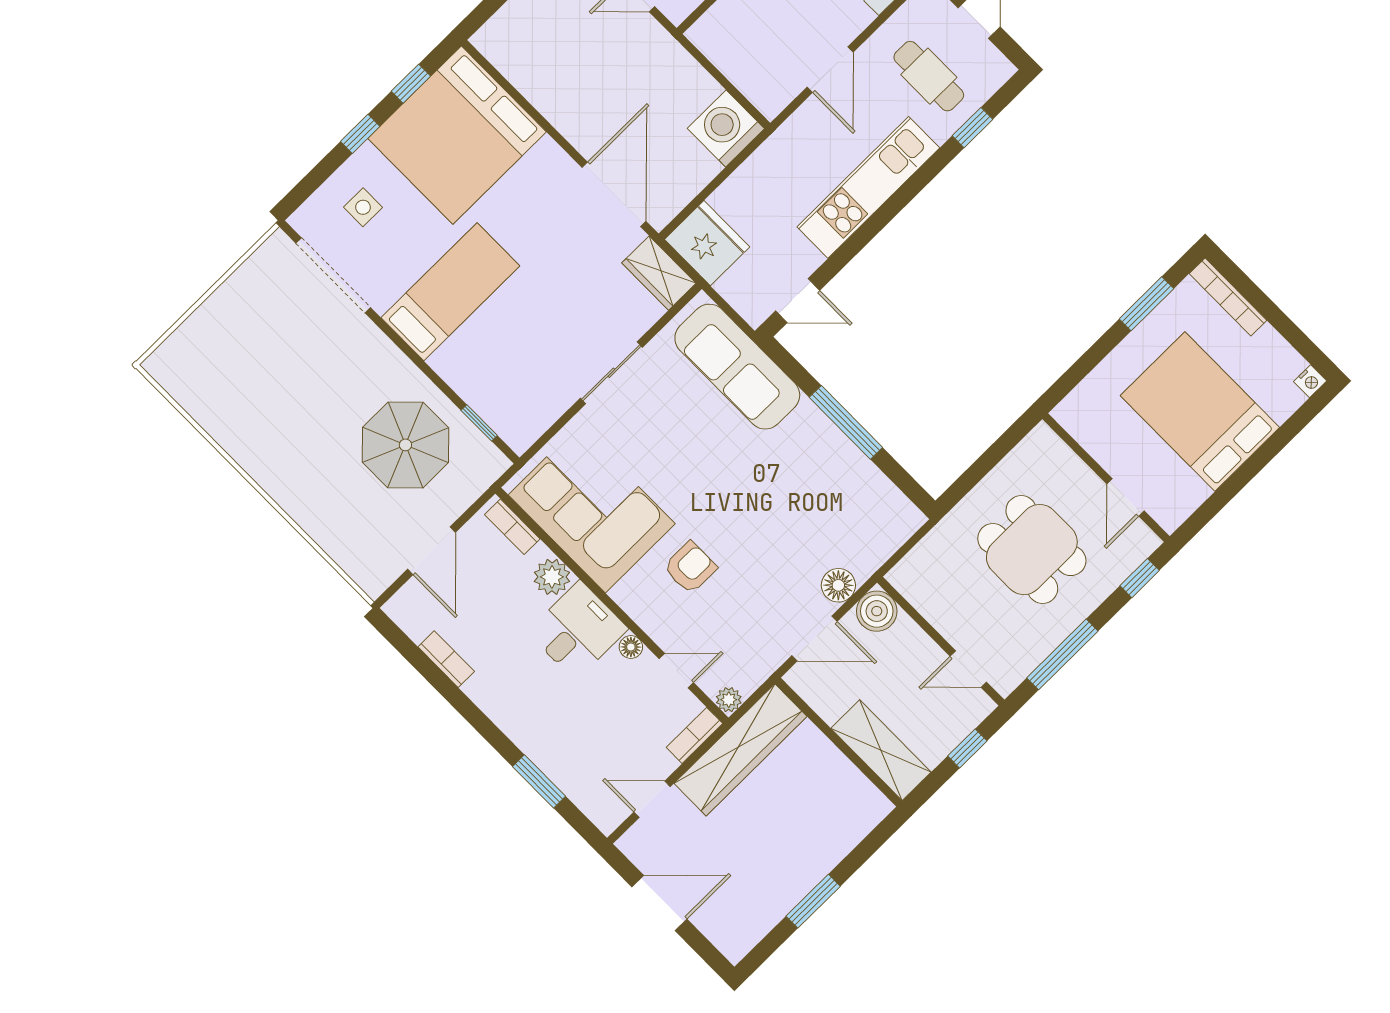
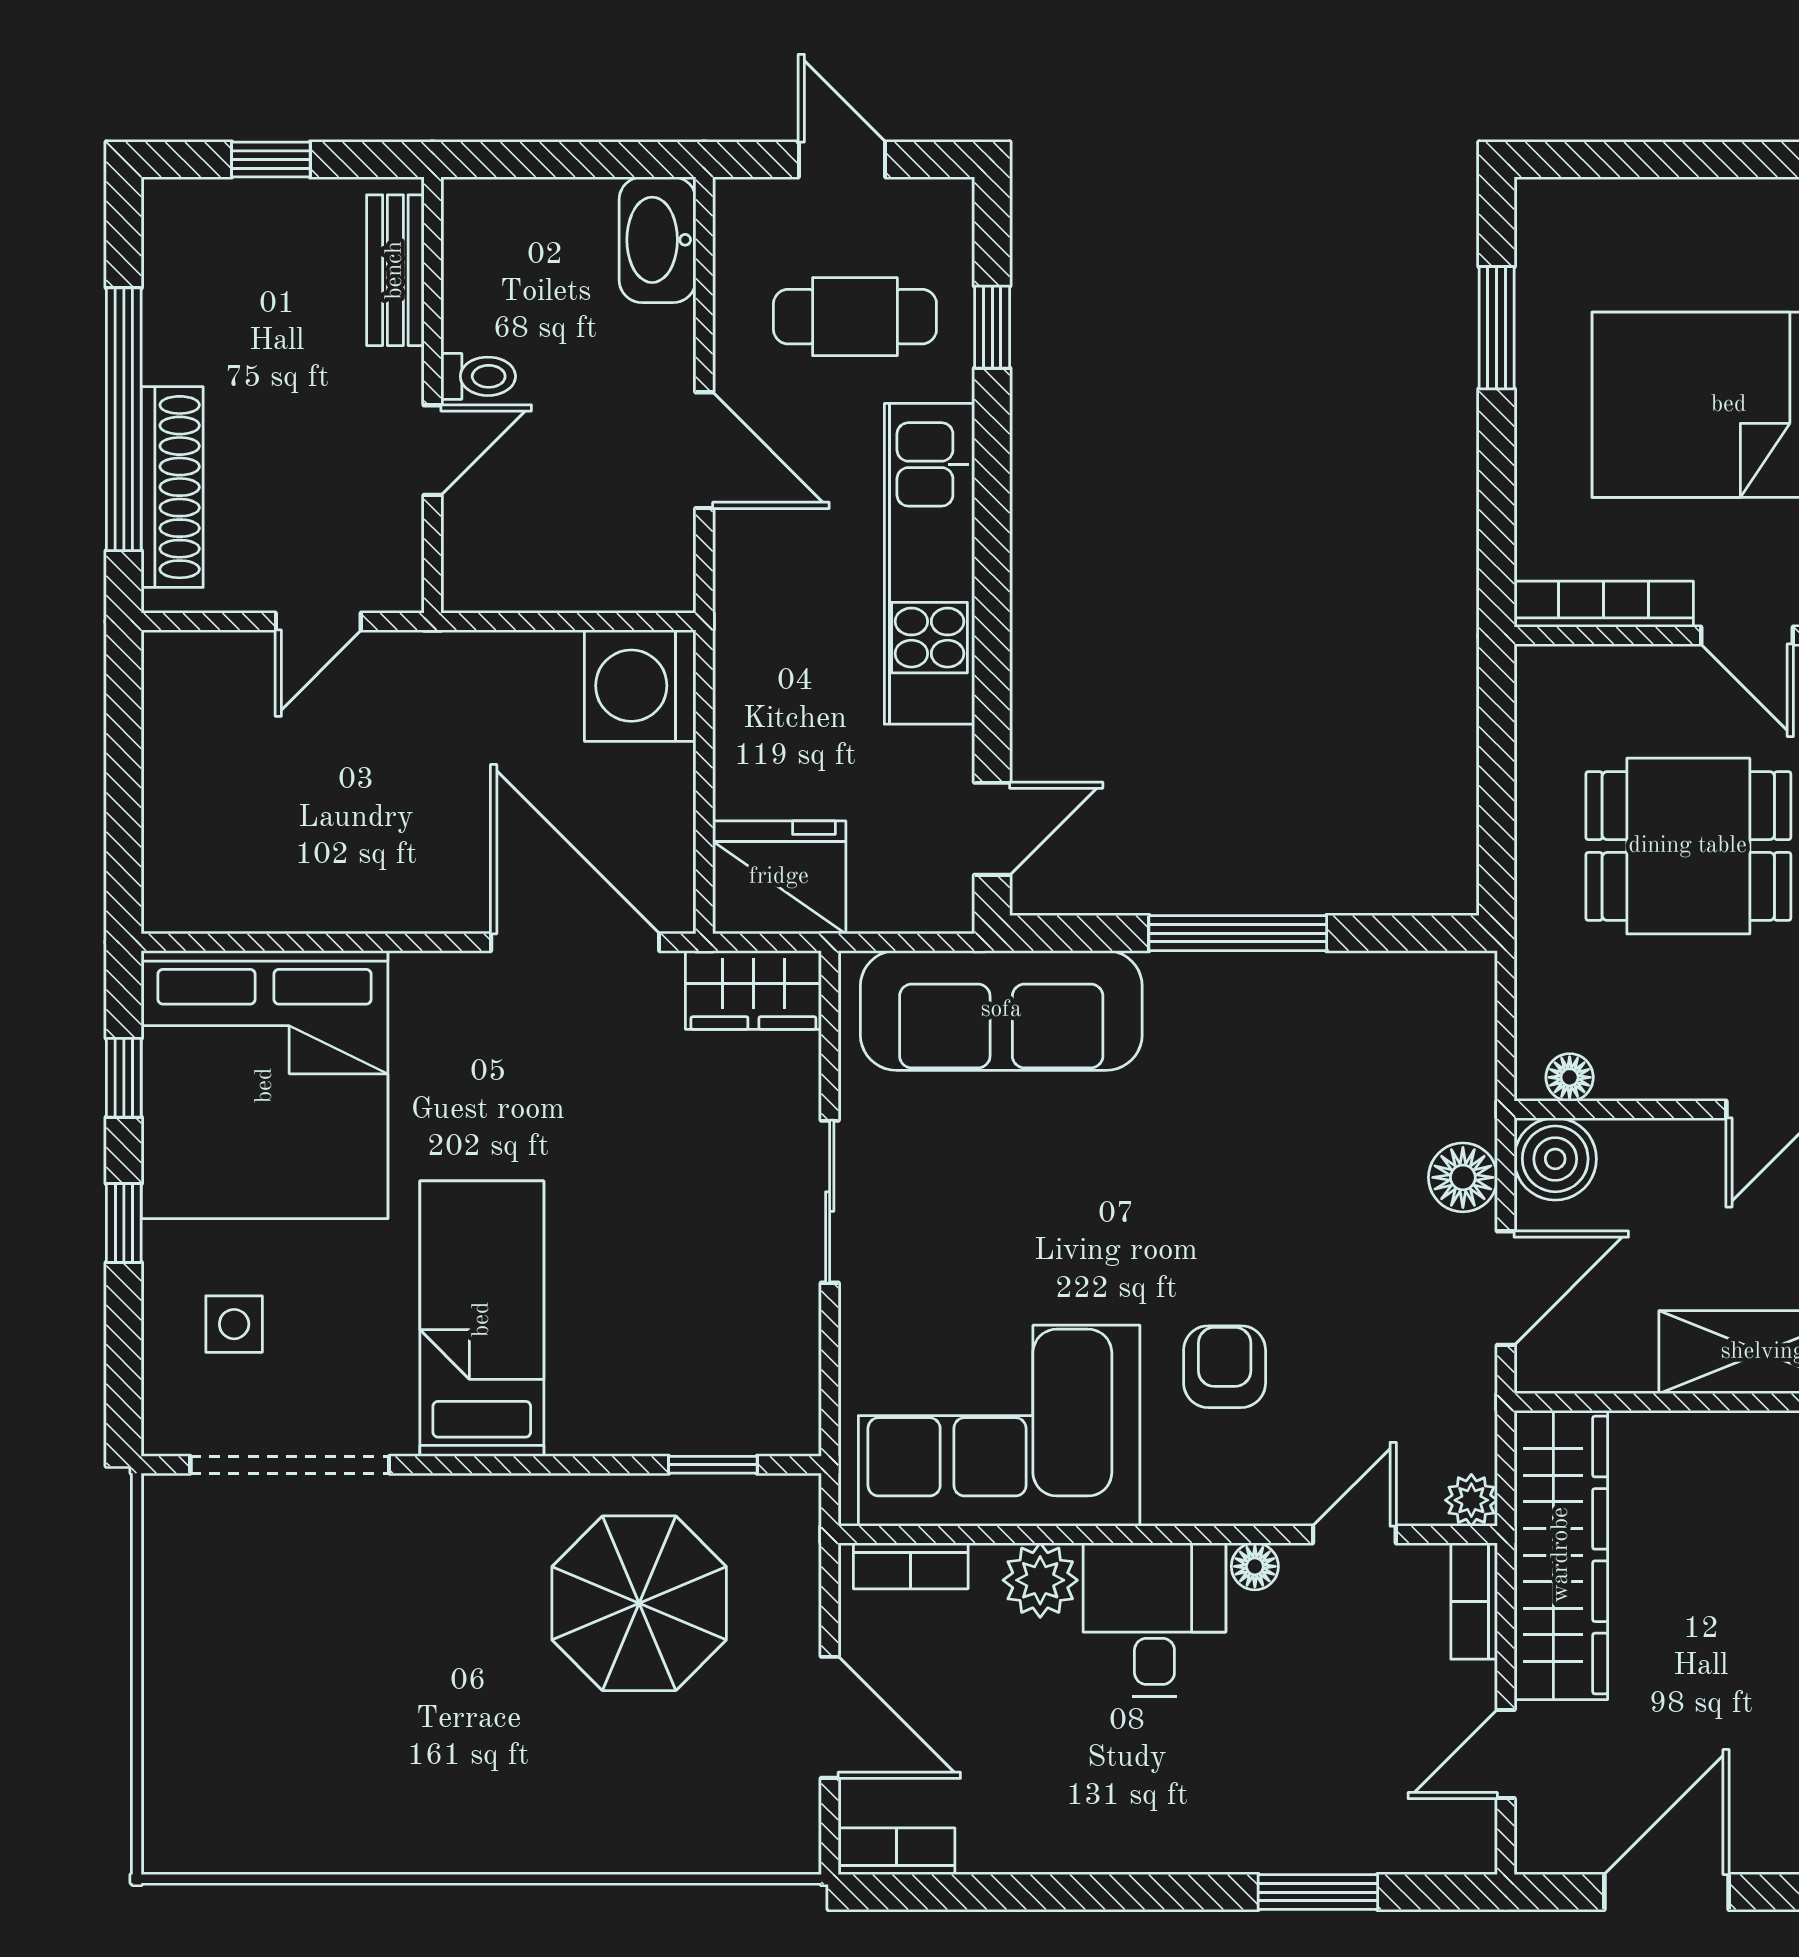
bookcase: (1228, 297) -> (1604, 604), moved, turned 180
floor lamp: (910, 588) -> (1570, 1077), added
bookcase: (446, 659) -> (896, 1851), moved

